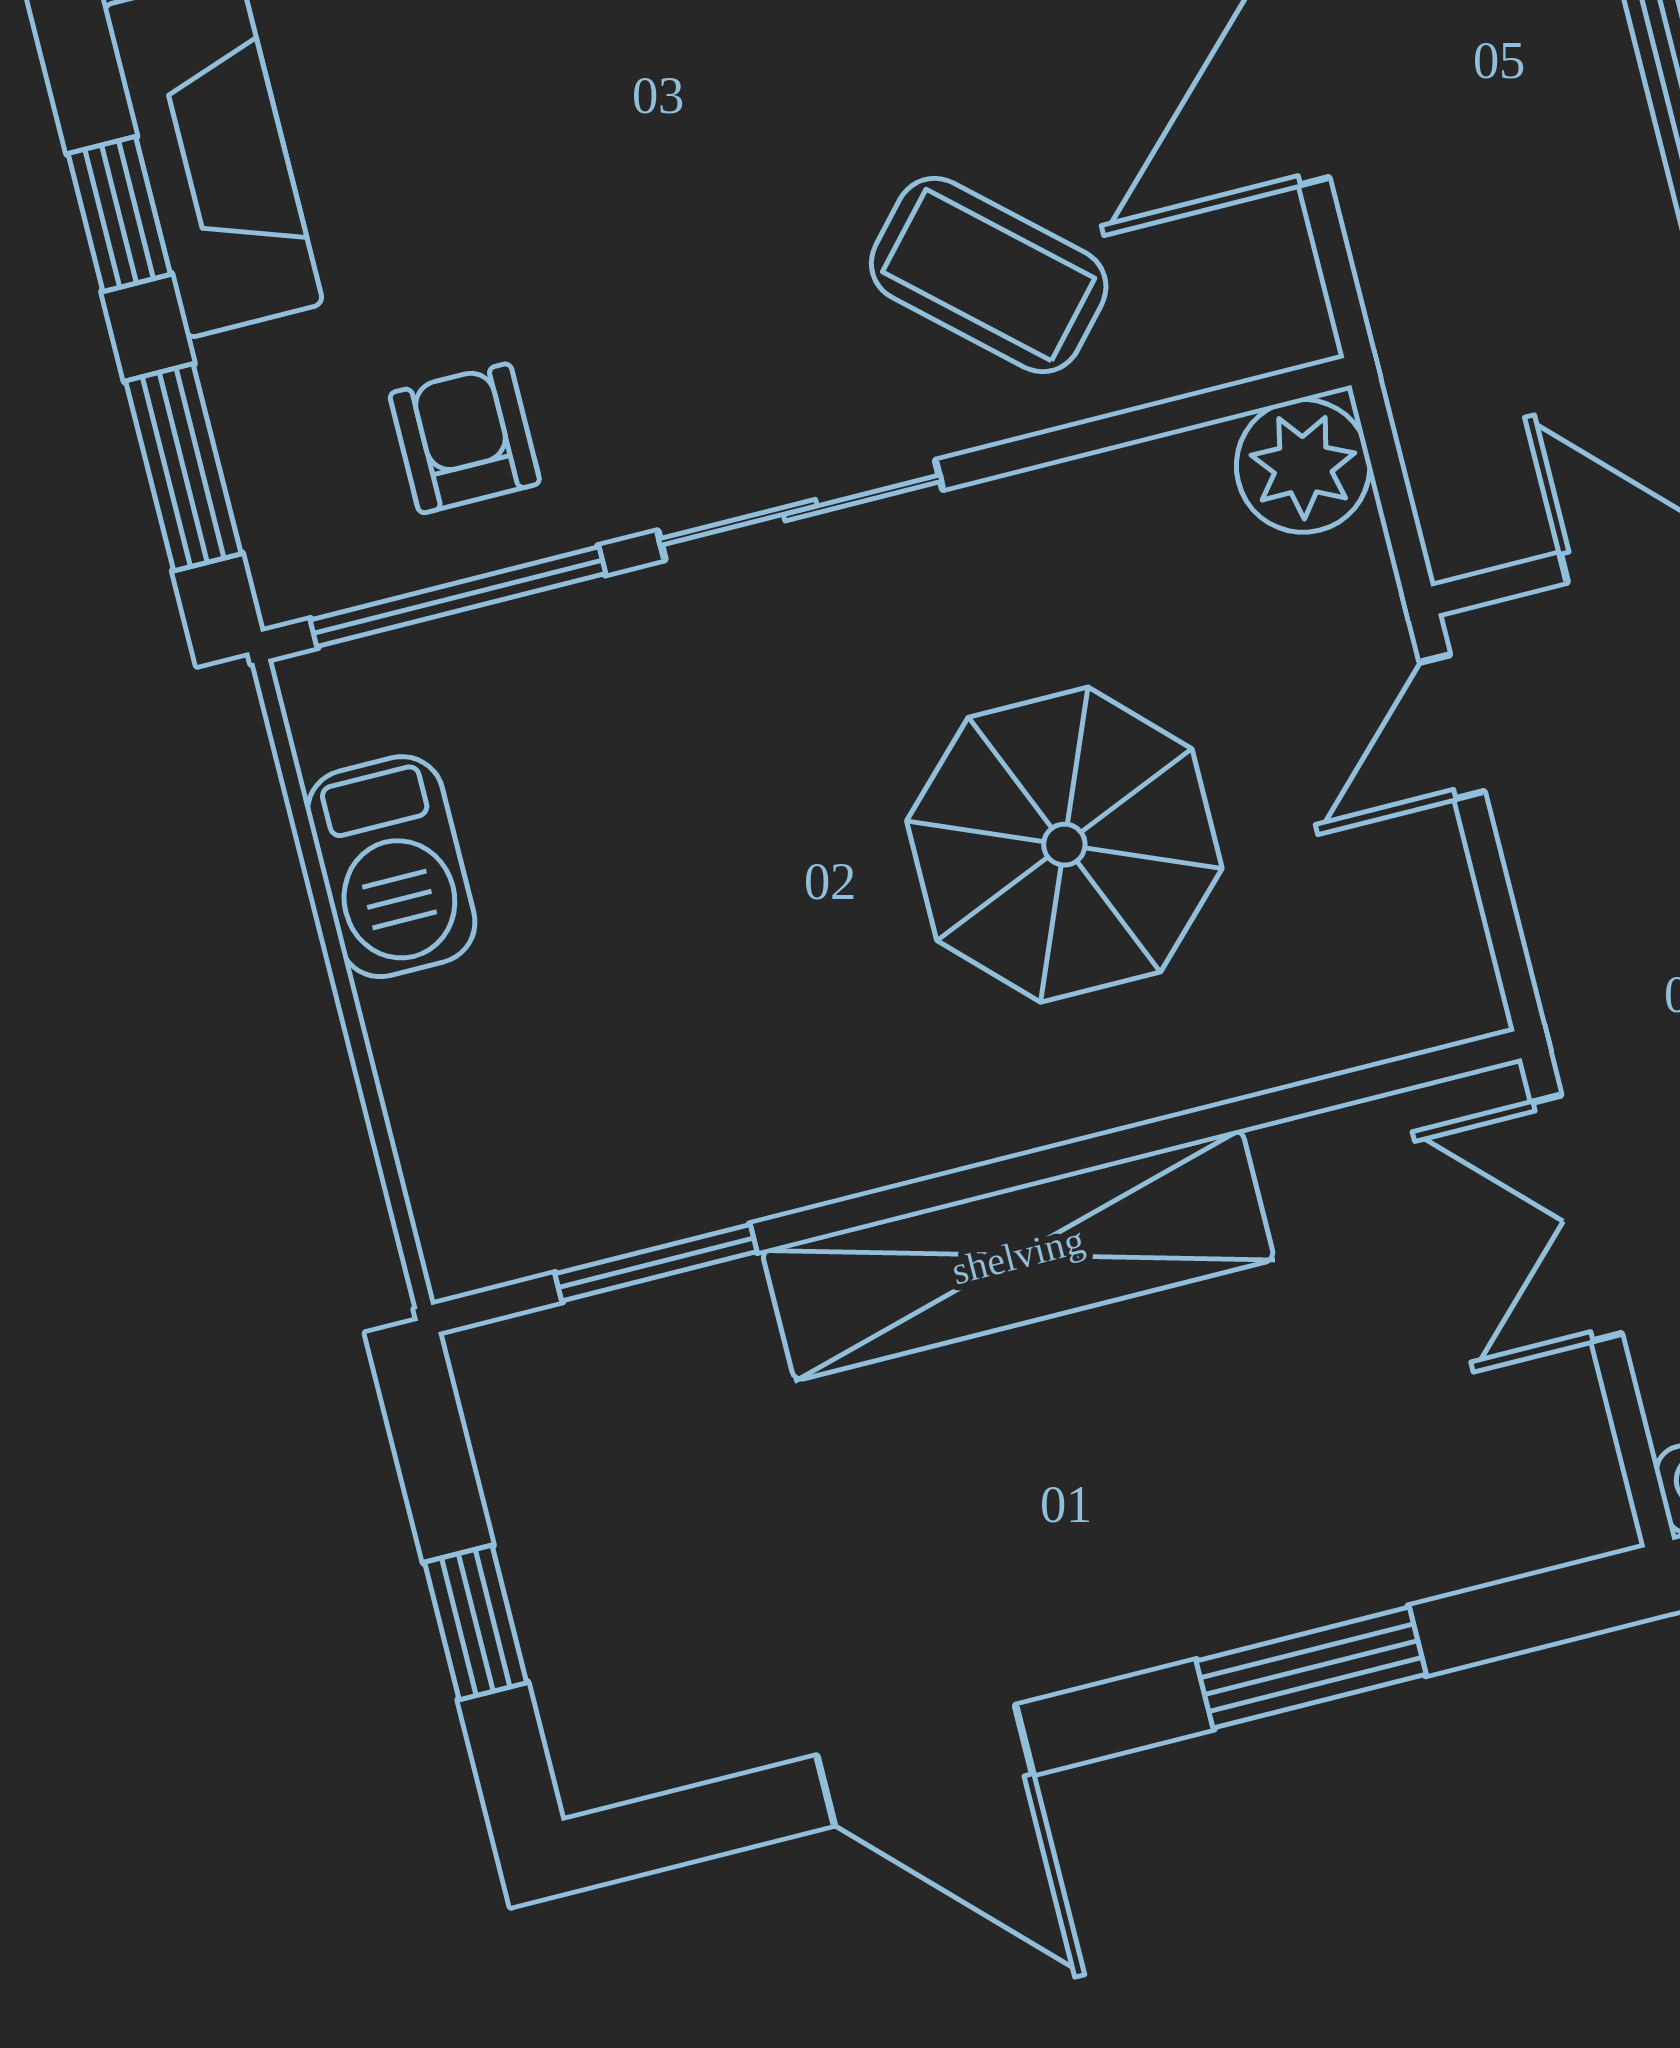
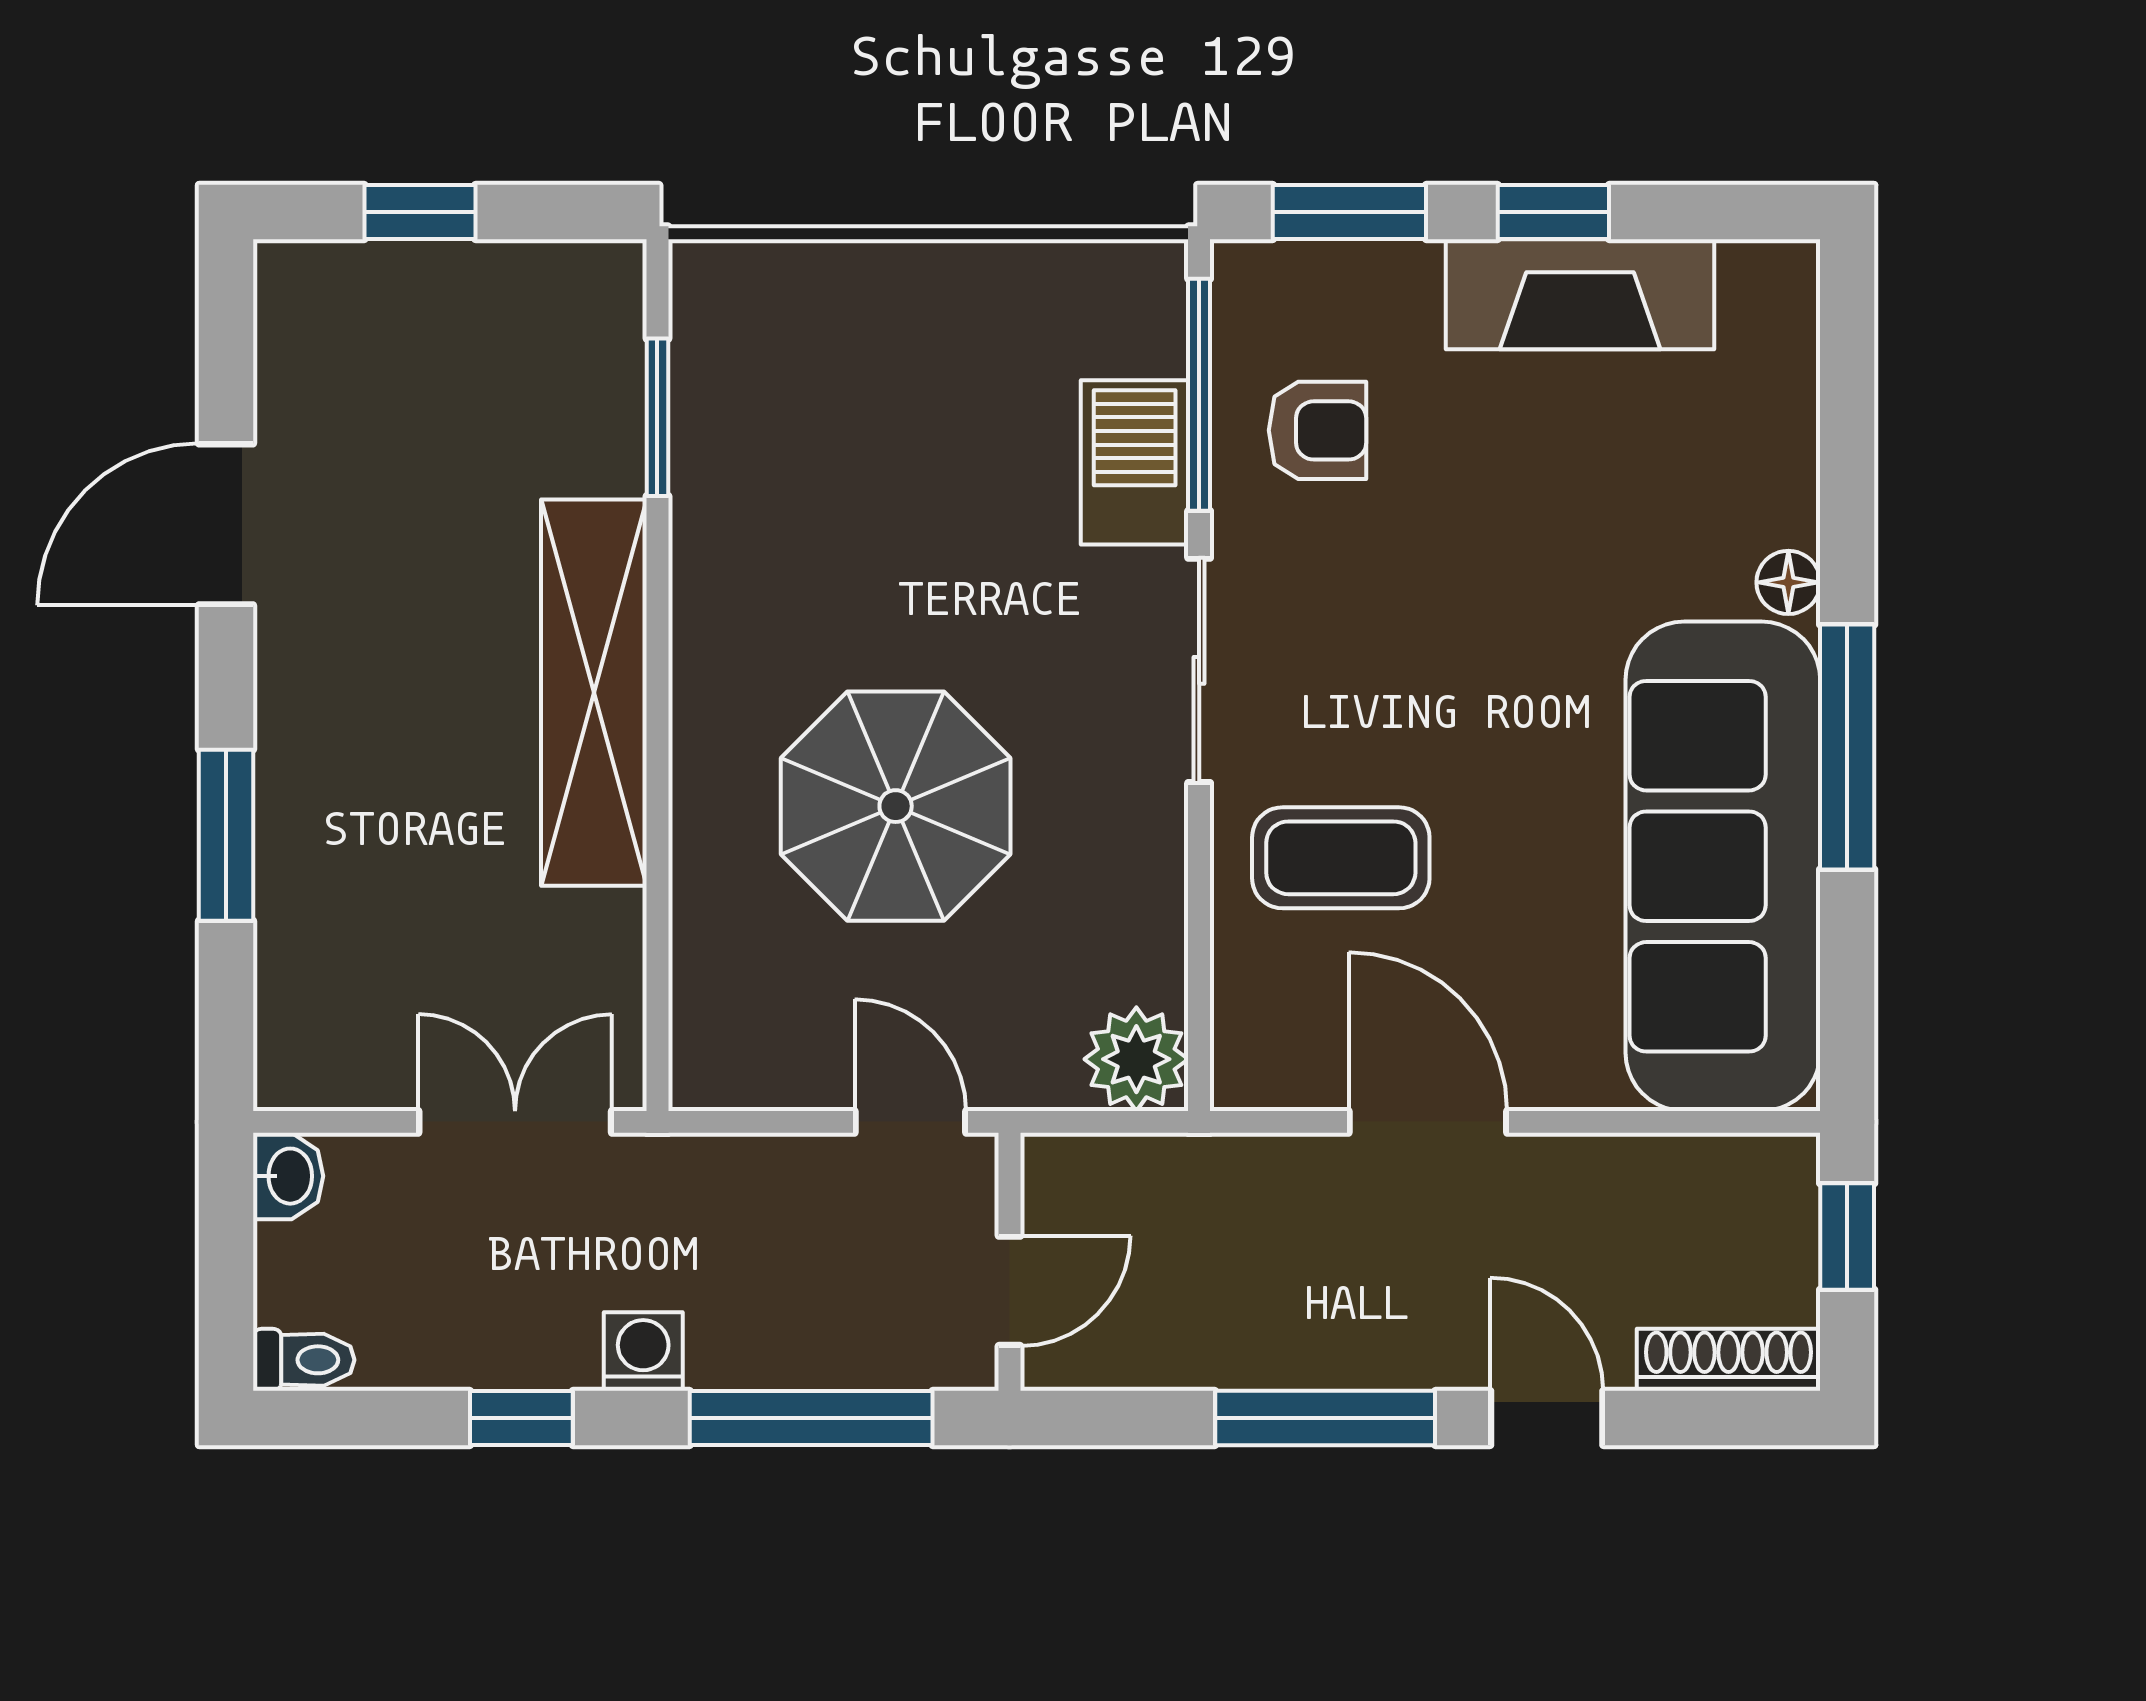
coffee table: (989, 275) -> (1341, 858), turned 48
barbecue: (391, 867) -> (1135, 462), moved, turned 90

